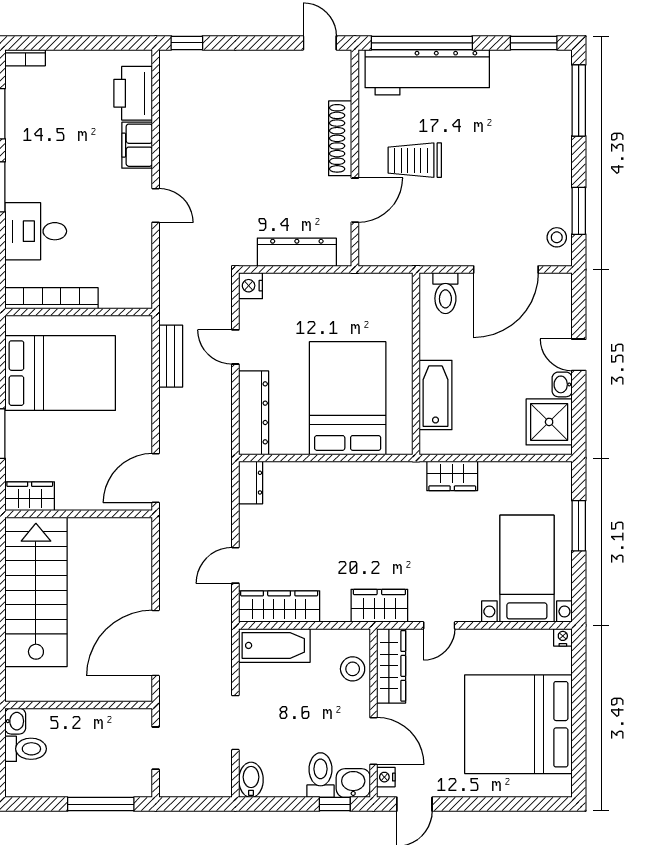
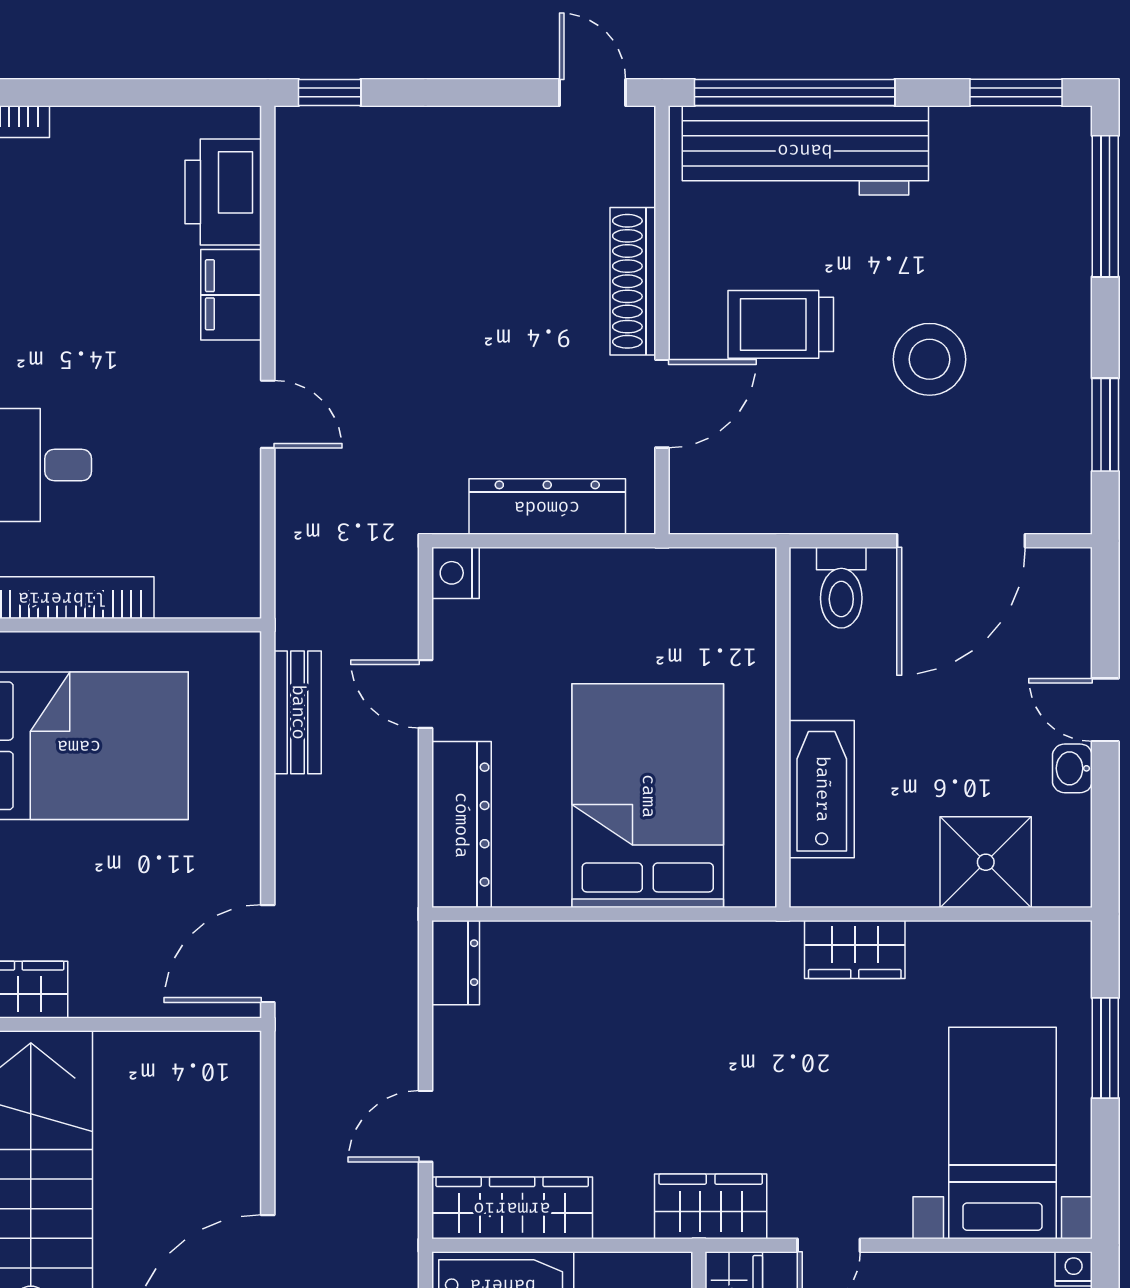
stool: (557, 237) -> (930, 359), moved, width x1.89, depth x1.89
shower: (549, 422) -> (986, 862), moved

